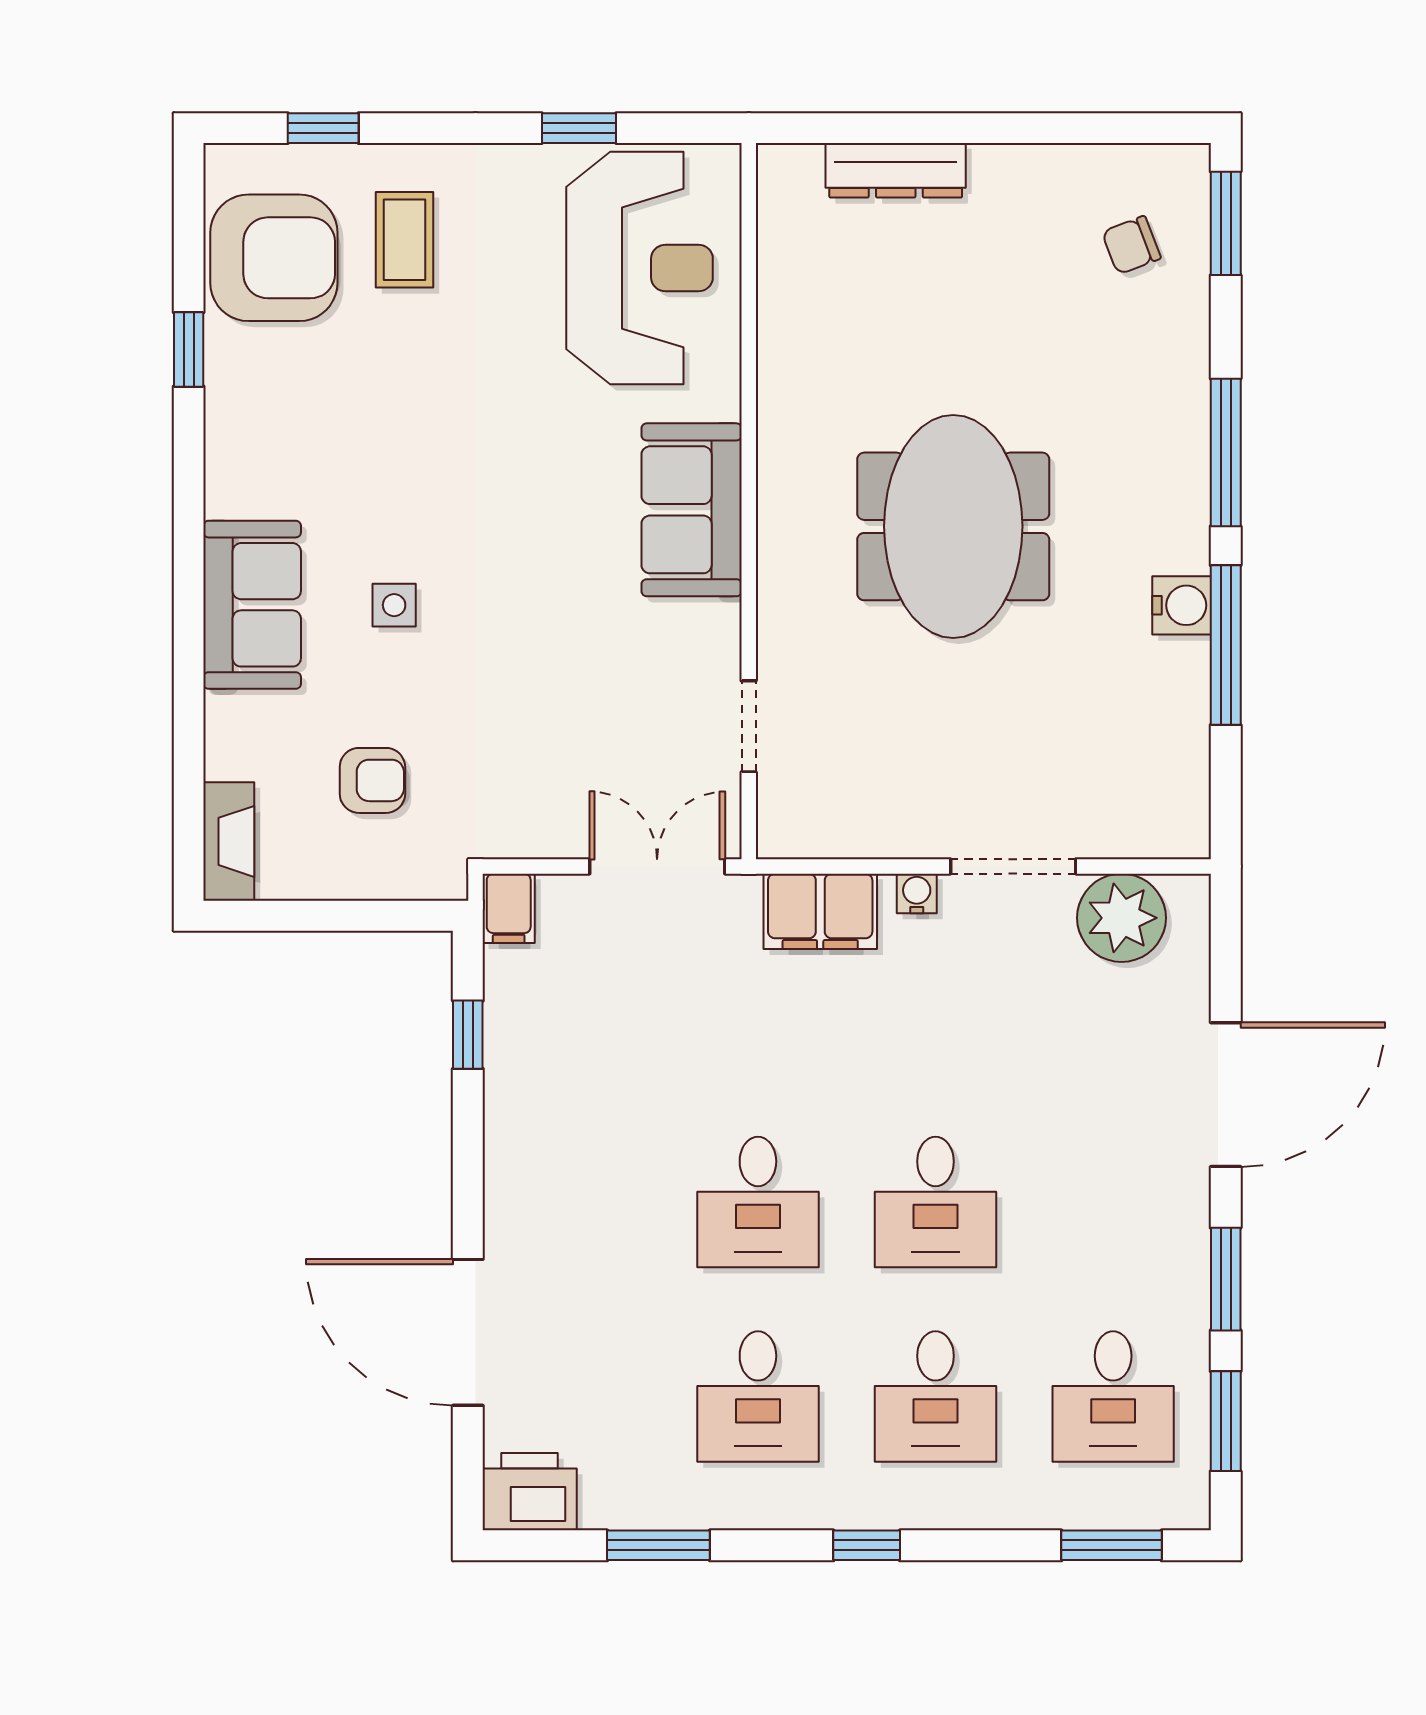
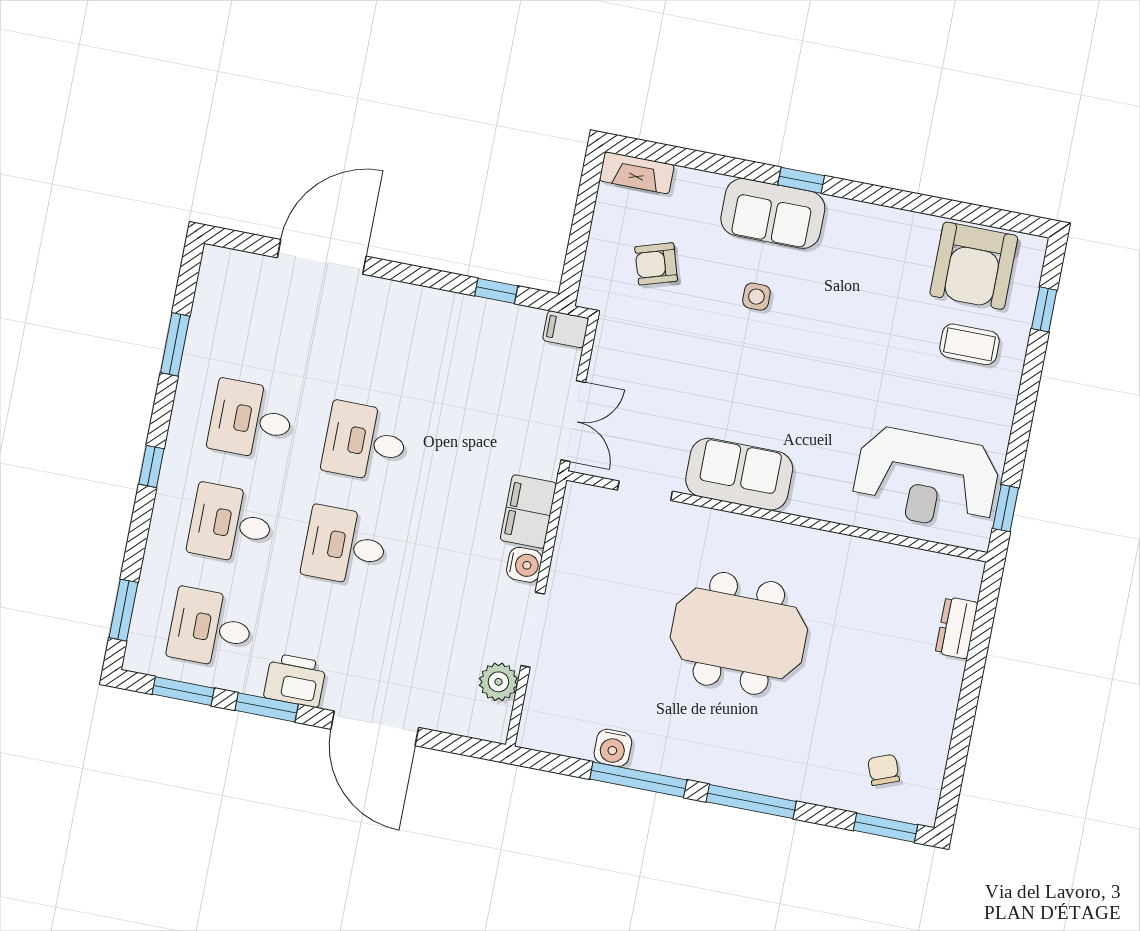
window: (579, 128) -> (1006, 508), moved
dresser: (896, 170) -> (957, 628), width x0.70
window: (189, 349) -> (801, 180), moved
sofa: (692, 510) -> (739, 474), moved
water cooler: (1182, 605) -> (613, 748), moved
armchair: (372, 780) -> (656, 264), turned 73
water cooler: (917, 893) -> (524, 565), width x1.38, depth x1.38
plant: (1121, 918) -> (498, 682), width x0.73, depth x0.73
printer: (530, 1492) -> (295, 680), moved, turned -90

